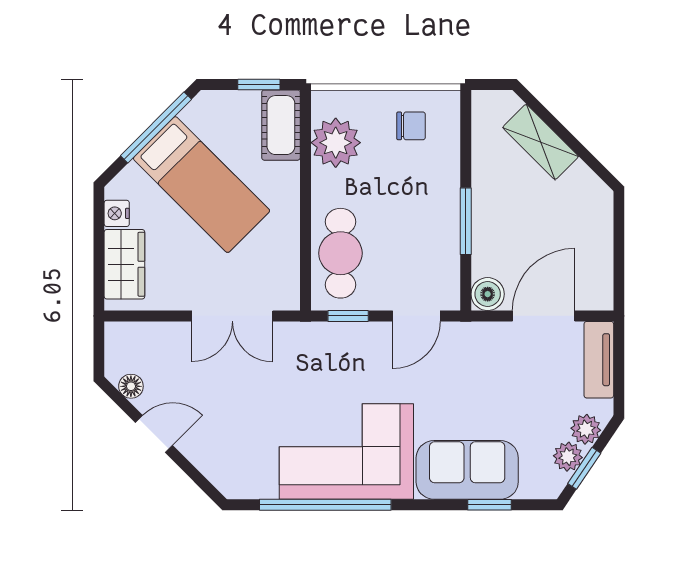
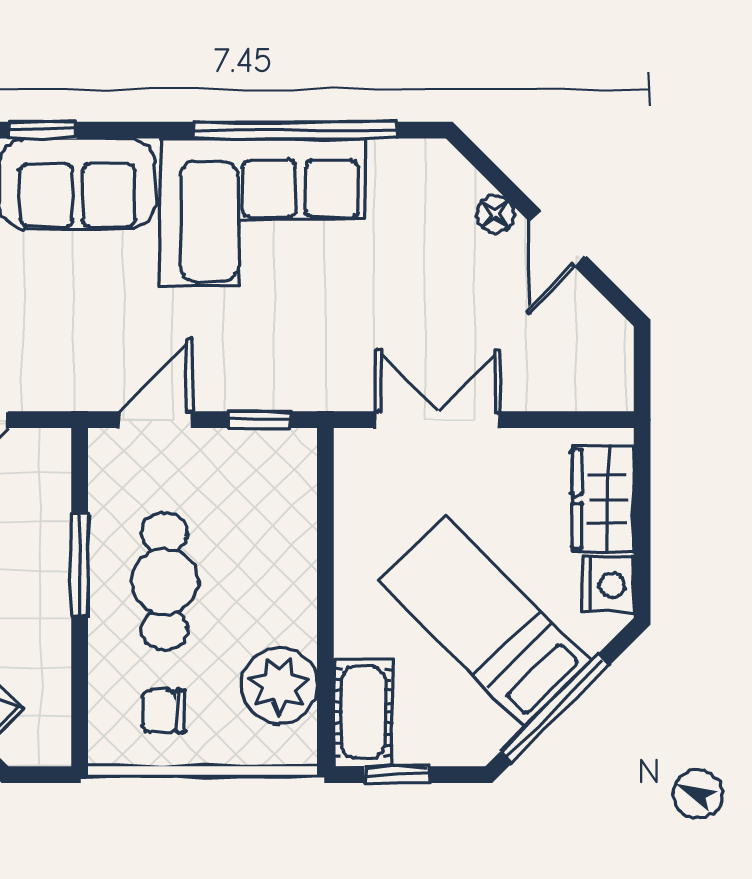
nightstand: (117, 213) -> (608, 585), width x1.39, depth x1.35
cafe table: (340, 253) -> (165, 581), moved
boiler: (488, 294) -> (46, 453), removed
floor lamp: (131, 386) -> (495, 214), moved
door: (154, 434) -> (558, 239), hinge flipped

